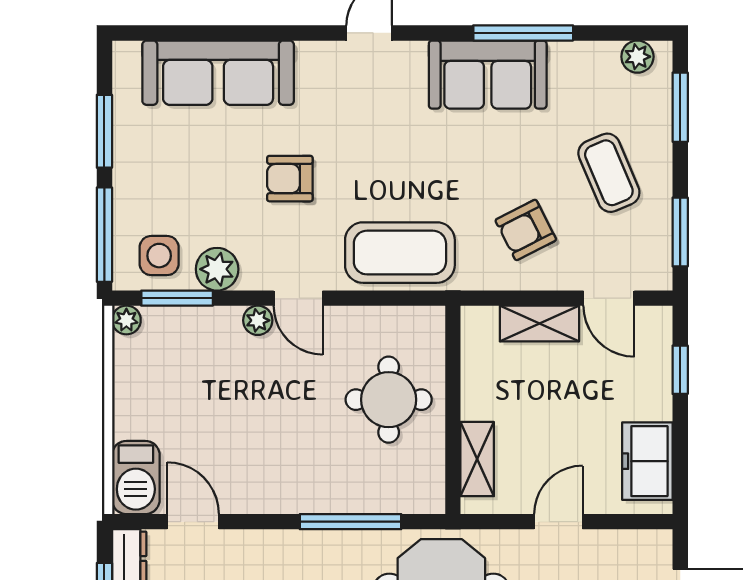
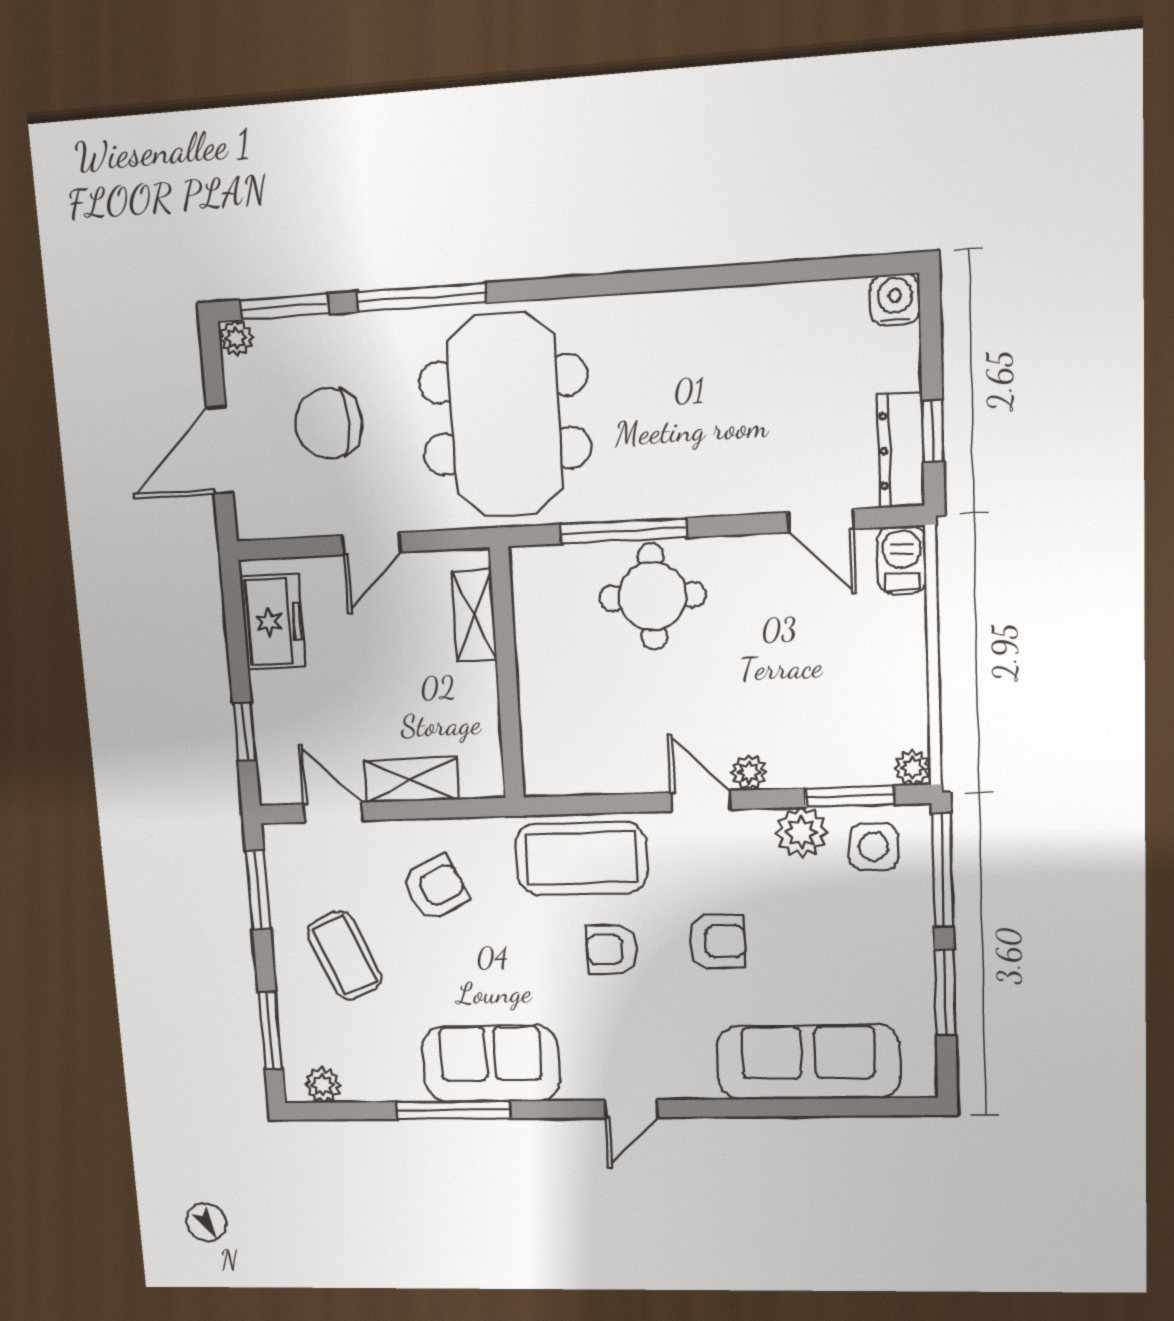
armchair: (378, 173) -> (612, 950), added
round table: (389, 400) -> (653, 596), moved
barbecue: (136, 477) -> (902, 560), width x0.73, depth x0.79

